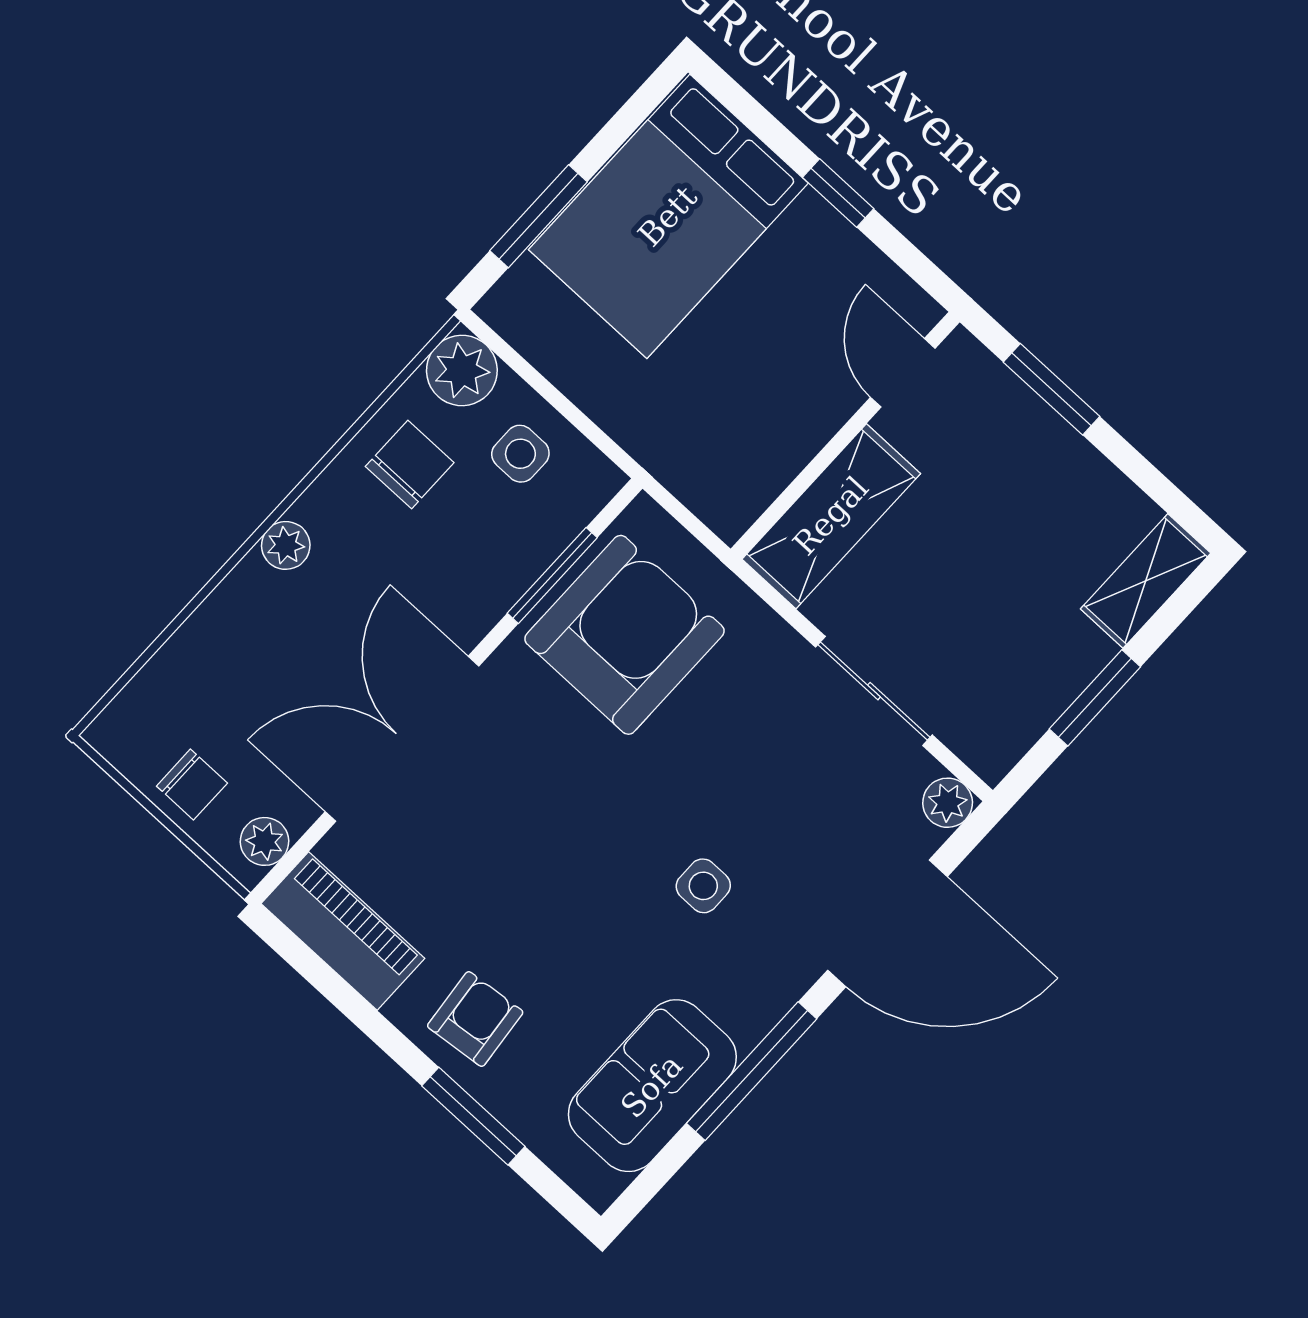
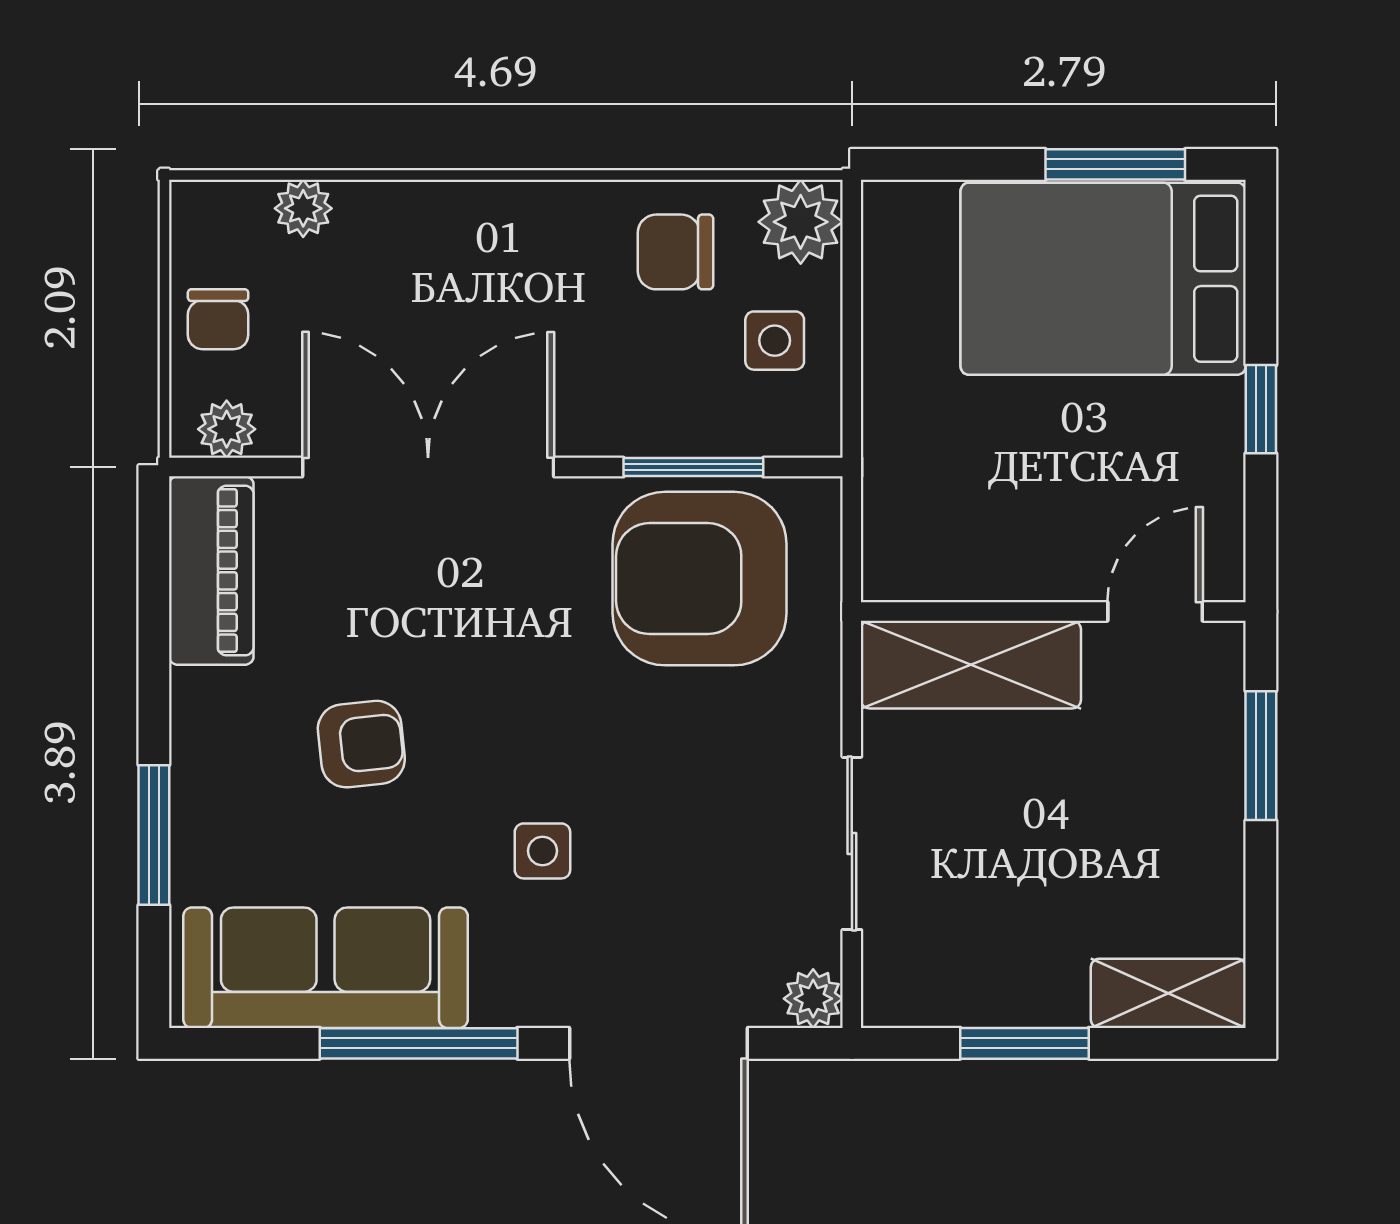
window: (538, 216) -> (1115, 164), moved
chair: (410, 465) -> (676, 252), turned 180
plant: (286, 545) -> (303, 208), moved
armchair: (624, 635) -> (700, 579), turned 180
armchair: (475, 1019) -> (361, 744), moved
sofa: (652, 1086) -> (326, 968), width x1.36

